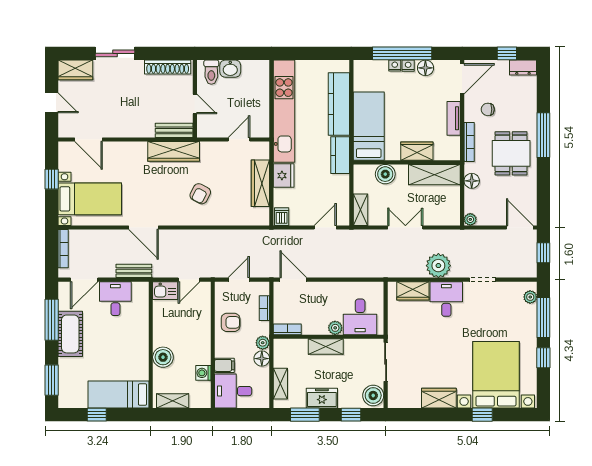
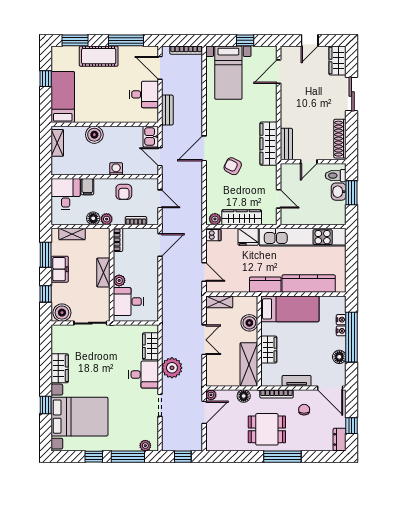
window: (232, 53) -> (352, 193), added
nightstand: (408, 66) -> (341, 320), moved
plant: (263, 215) -> (215, 219), added
door: (143, 228) -> (204, 148), moved
door: (520, 228) -> (204, 412), moved
cot: (70, 334) -> (99, 56), moved
washing machine: (203, 373) -> (116, 169), moved

